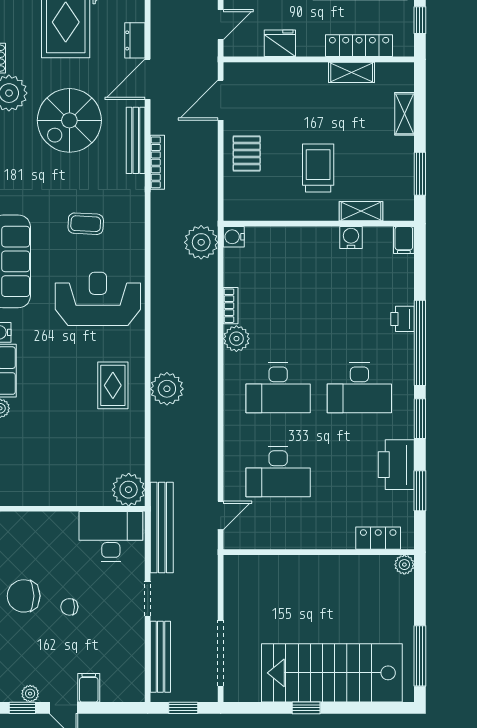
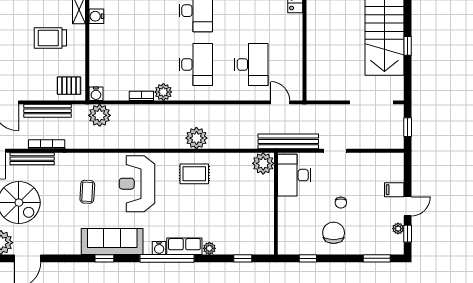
pallet: (247, 153) -> (69, 86), moved
chair: (24, 596) -> (334, 233), turned 180
bench: (160, 657) -> (47, 111), moved

